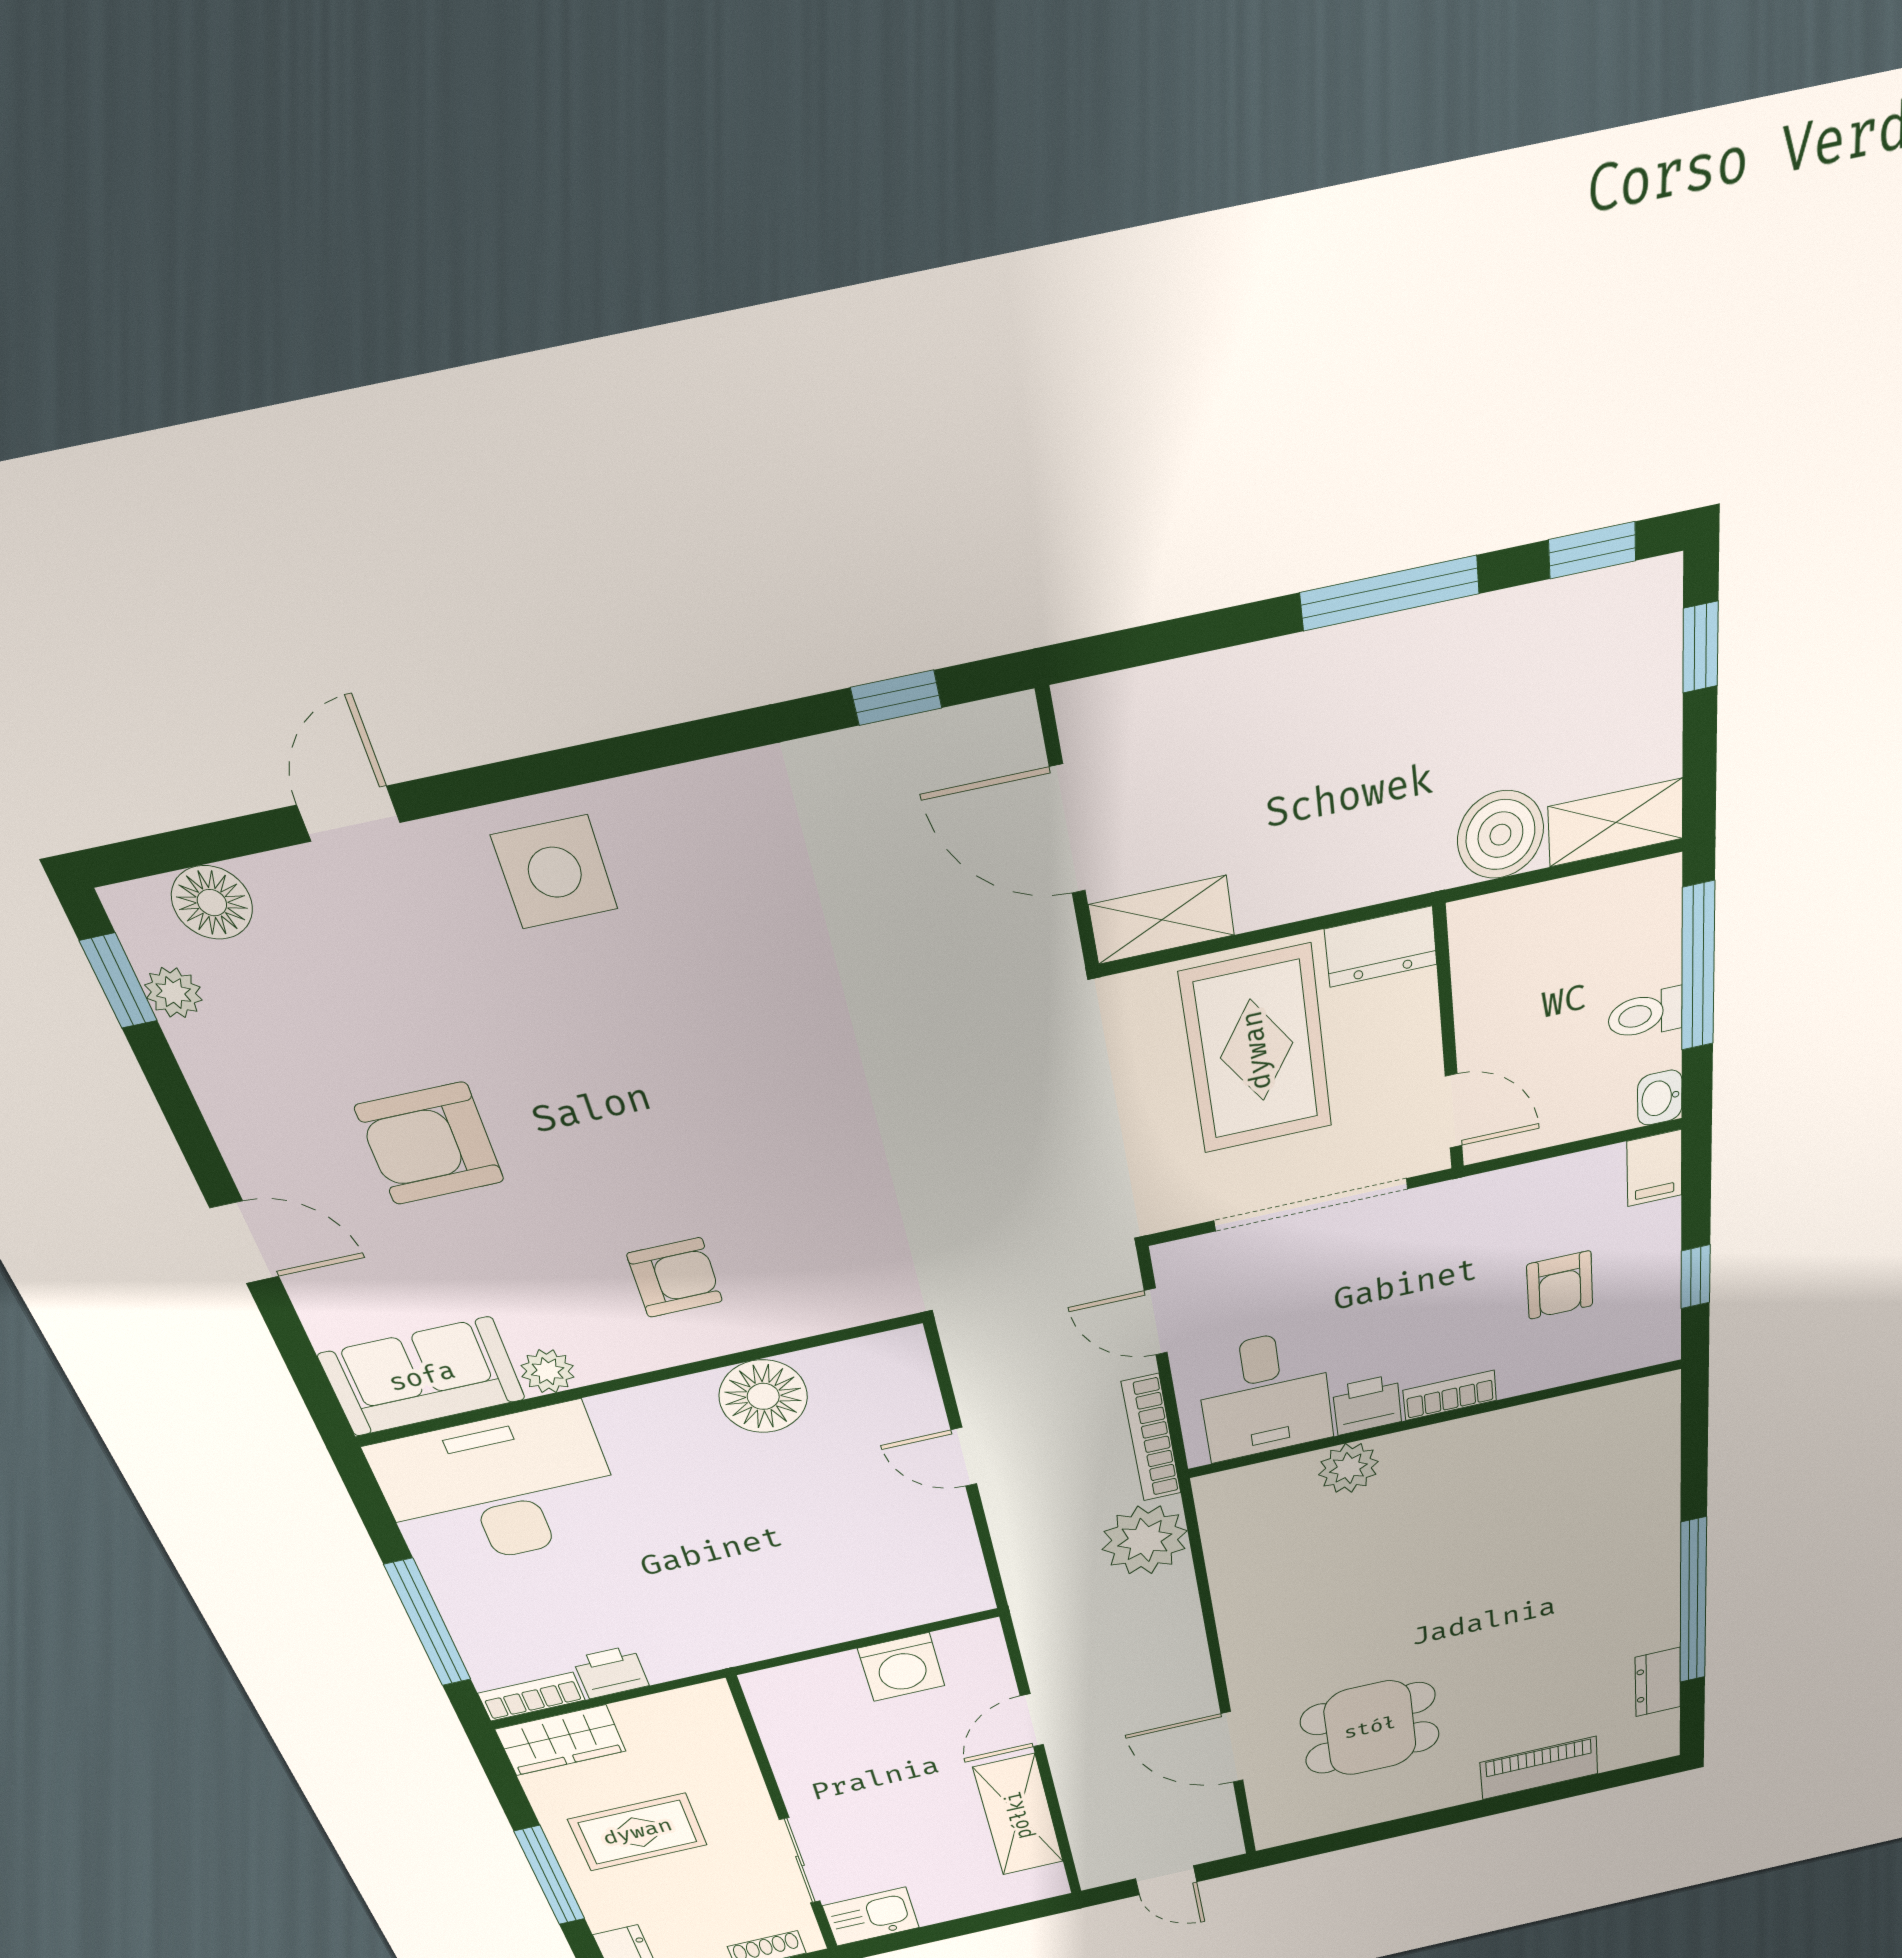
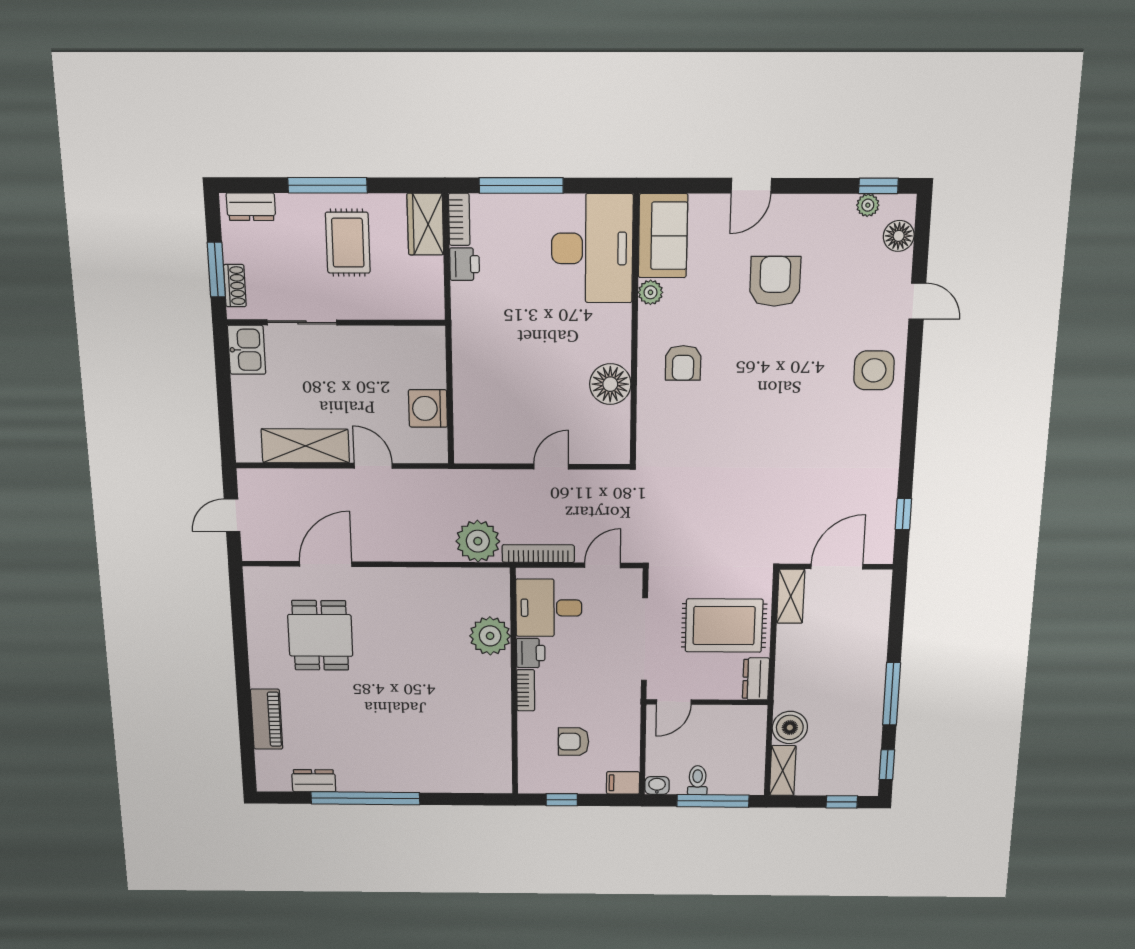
plant: (1348, 1468) -> (490, 636), width x1.36, depth x1.36

